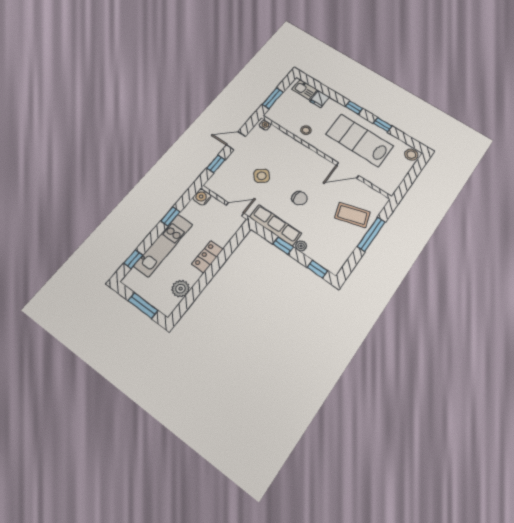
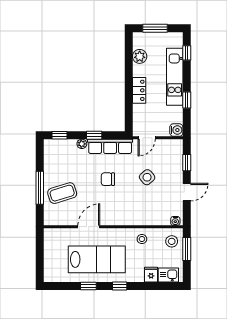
stool: (411, 155) -> (172, 241), moved

